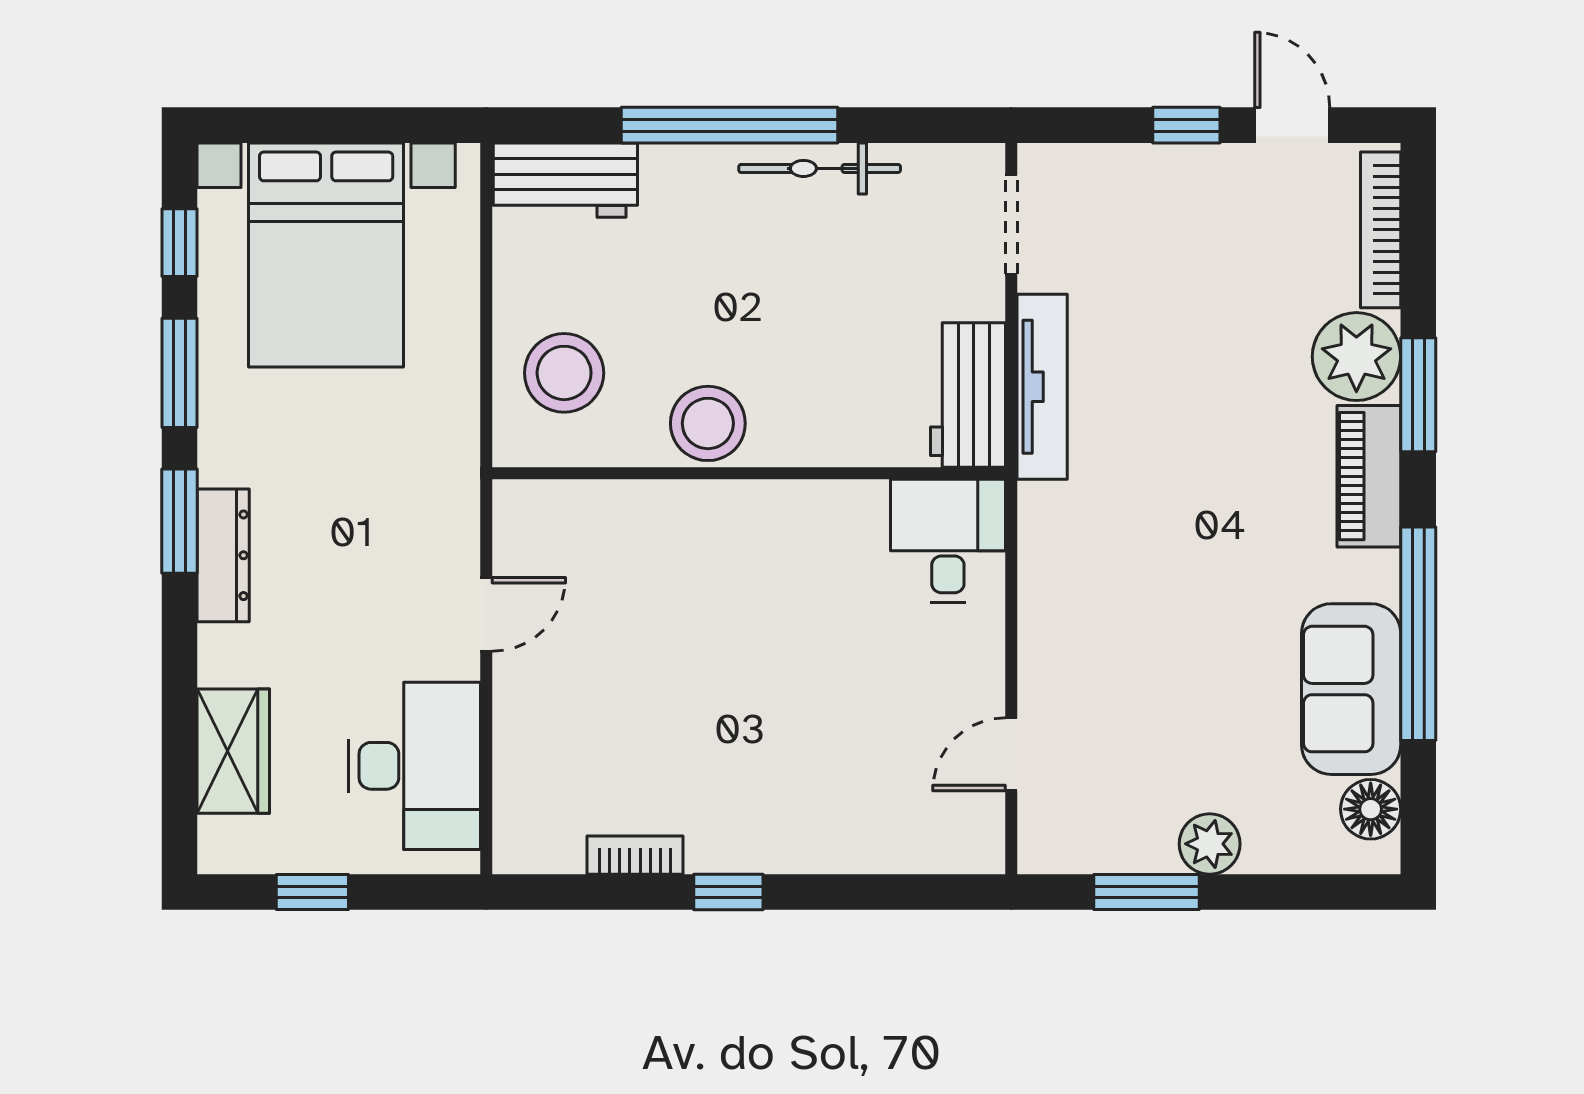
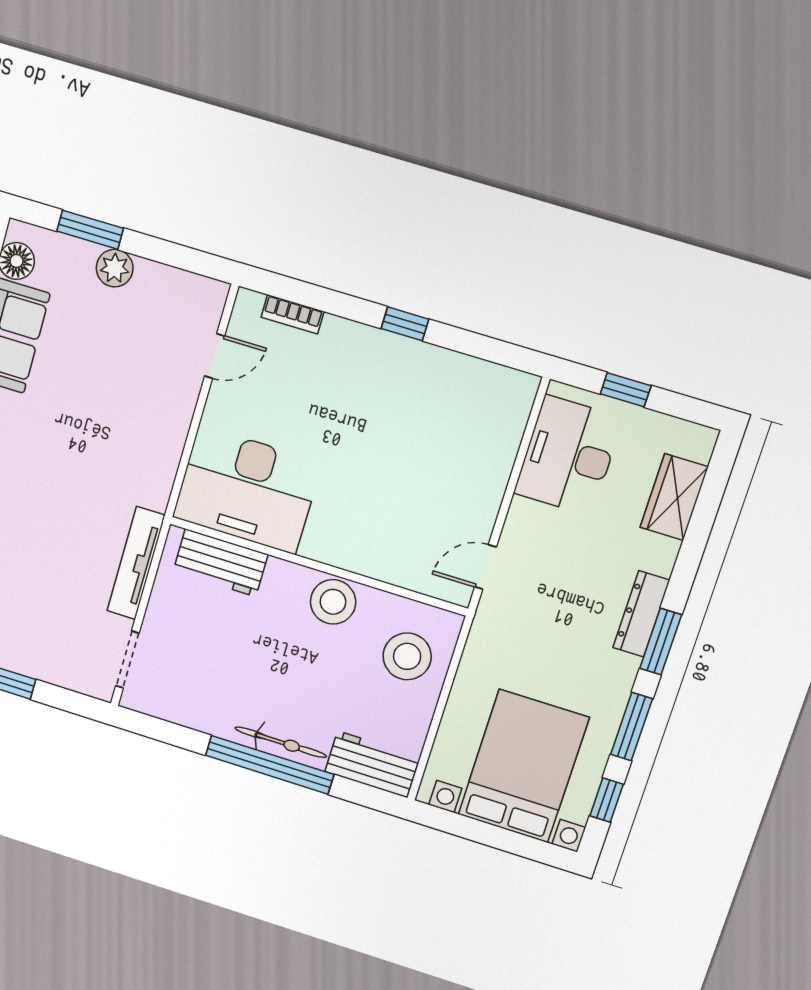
bicycle: (820, 168) -> (281, 742), moved
workbench: (968, 395) -> (220, 563), moved, turned 90
desk: (948, 541) -> (247, 490), width x1.87, depth x1.30
door: (486, 614) -> (485, 567), moved
bookcase: (635, 855) -> (292, 314), moved
window: (312, 892) -> (626, 390), moved
window: (1147, 892) -> (90, 230), moved

